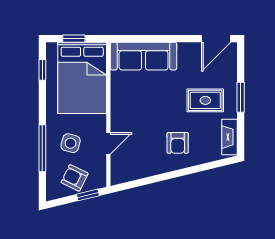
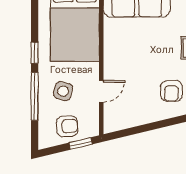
window: (42, 70) -> (35, 53), moved
armchair: (75, 178) -> (67, 126), turned 150

